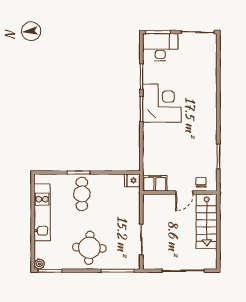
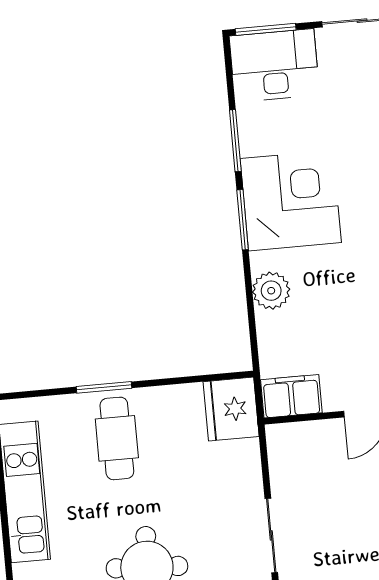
plant: (150, 139) -> (271, 291), added
fridge: (132, 180) -> (231, 409), width x1.88, depth x1.34

